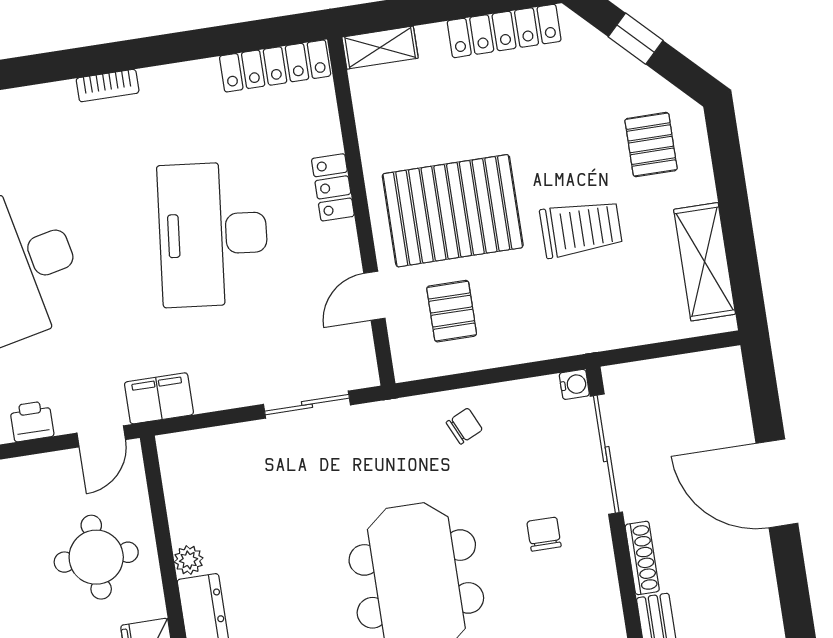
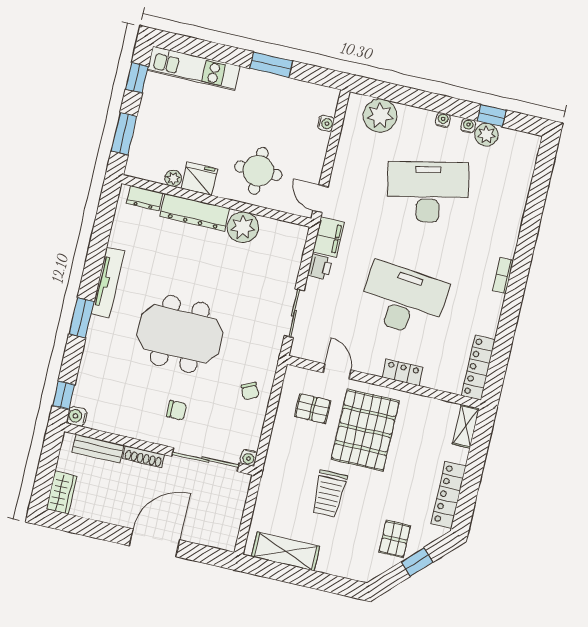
pallet: (651, 145) -> (395, 539), moved, turned 90
printer: (32, 421) -> (320, 267), moved
plant: (189, 560) -> (243, 227), width x1.87, depth x1.87

